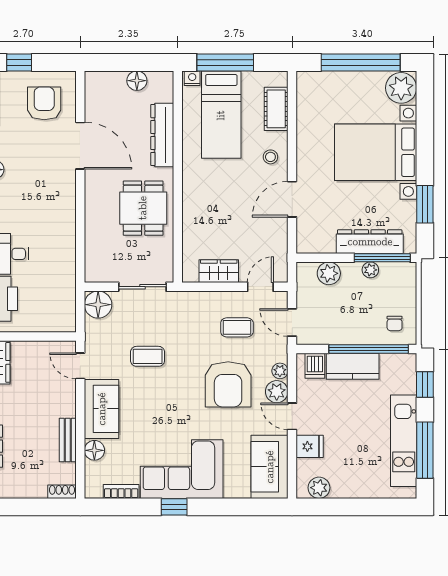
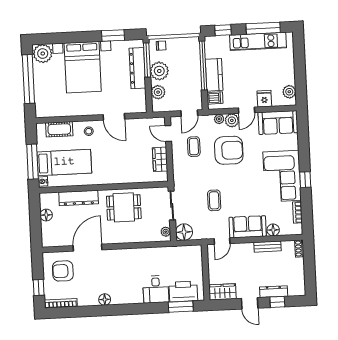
plant: (370, 270) -> (159, 71), width x1.88, depth x1.88
plant: (100, 275) -> (166, 232), added
chair: (395, 323) -> (161, 46), moved

